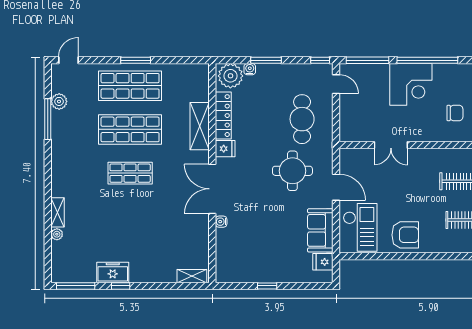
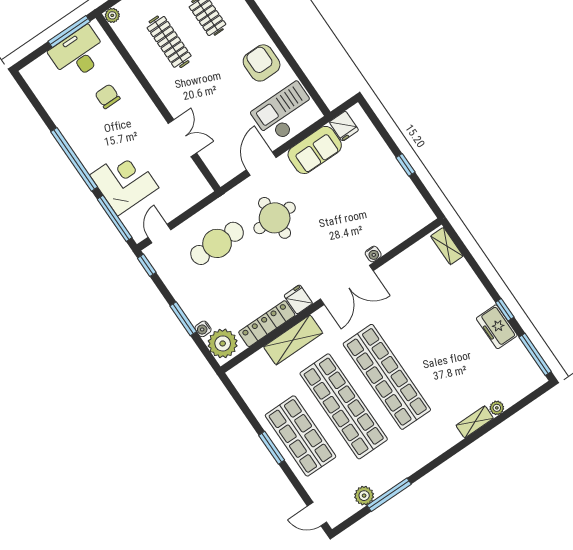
corner desk: (411, 84) -> (124, 181), moved
shop shelf: (130, 129) -> (344, 406), width x1.40
shop shelf: (130, 173) -> (387, 377), width x2.00, depth x1.36

